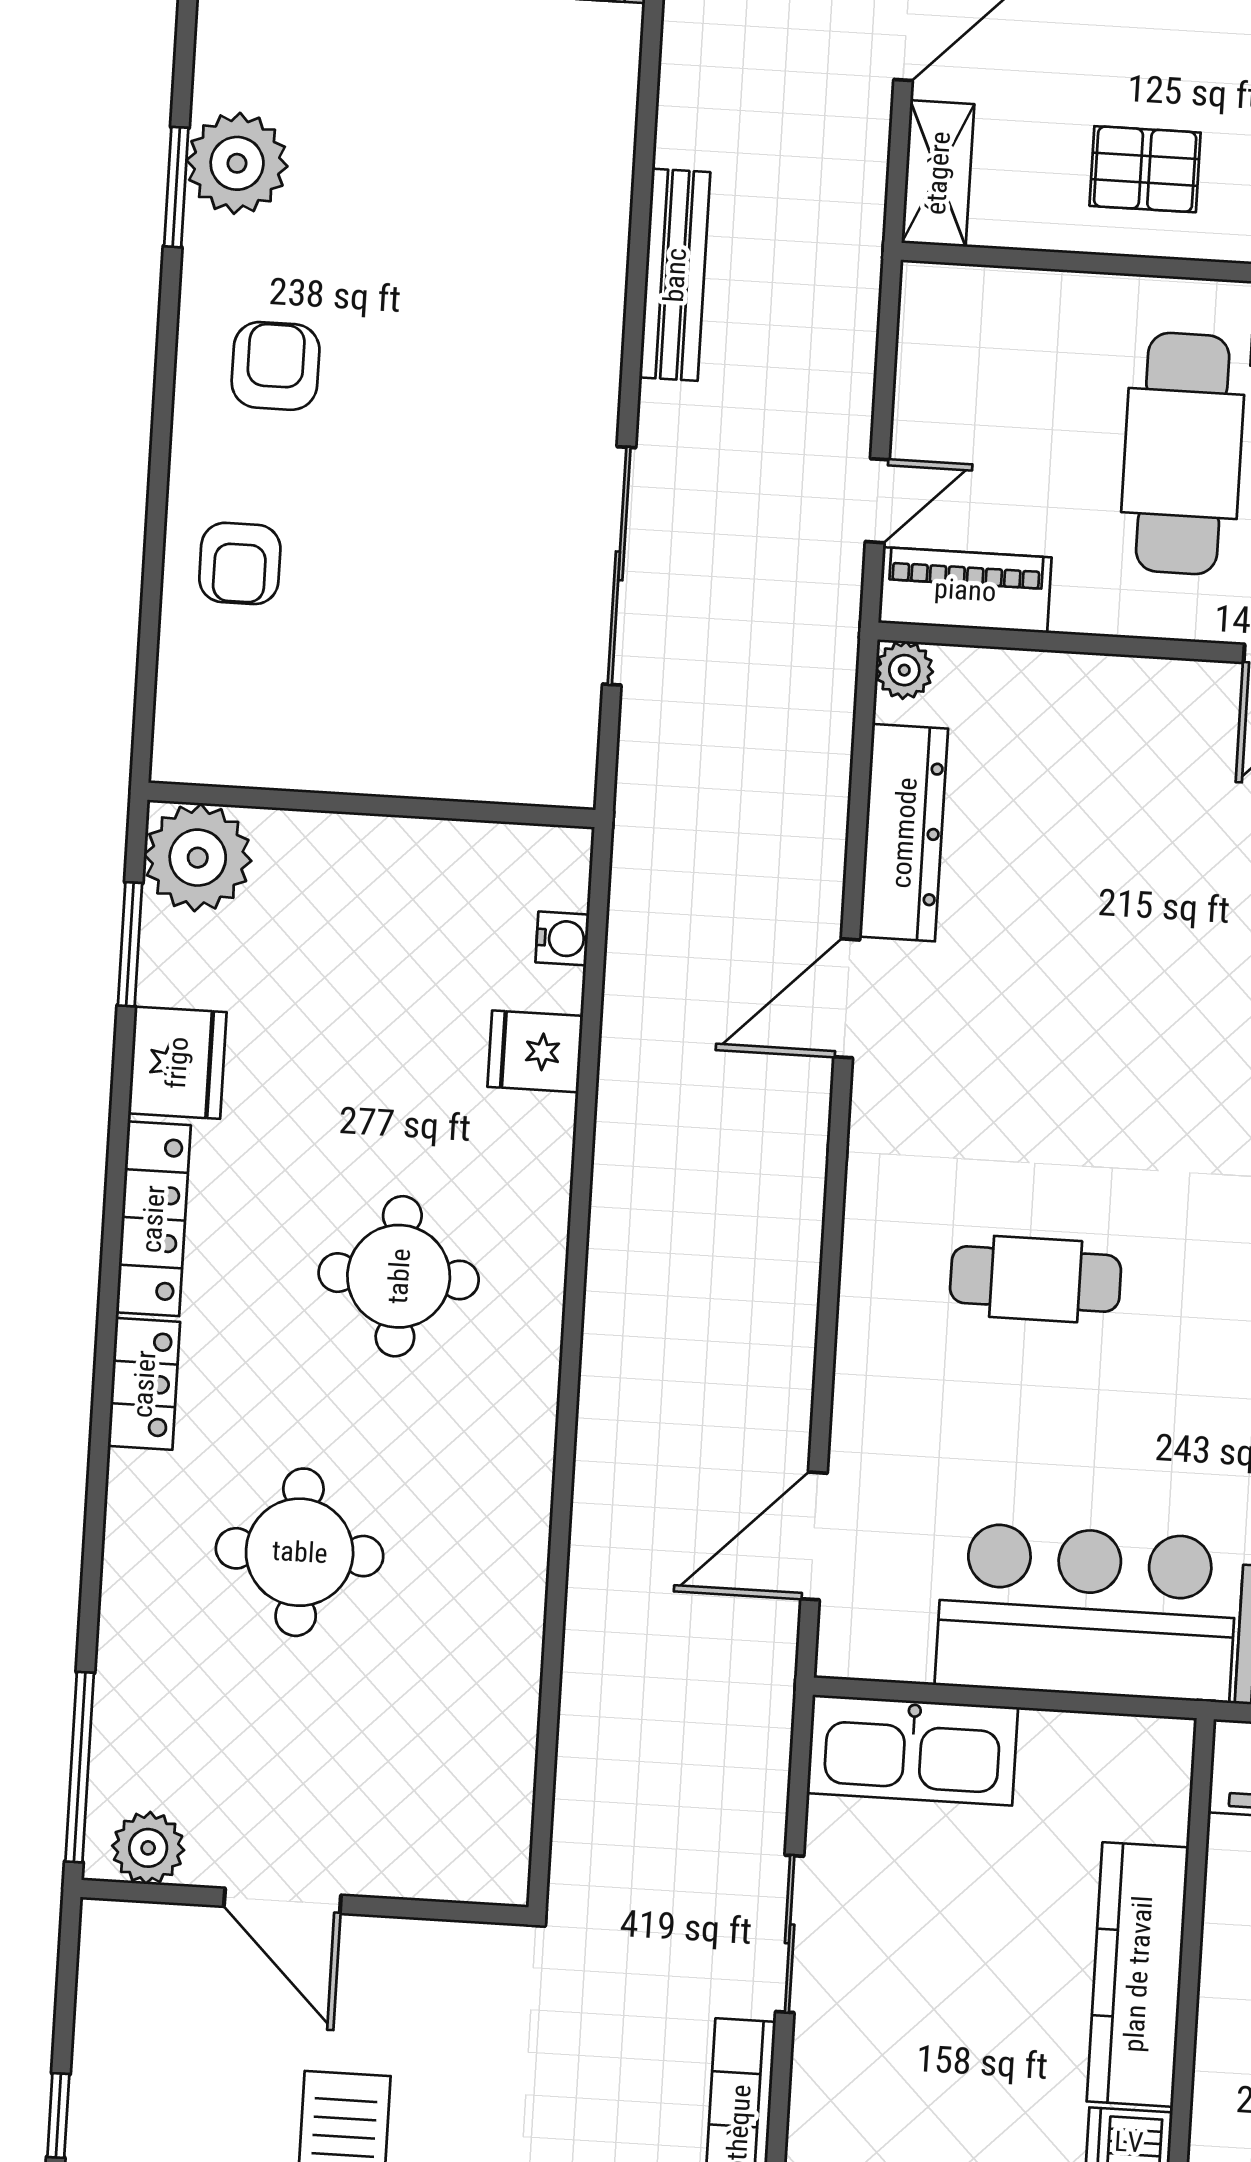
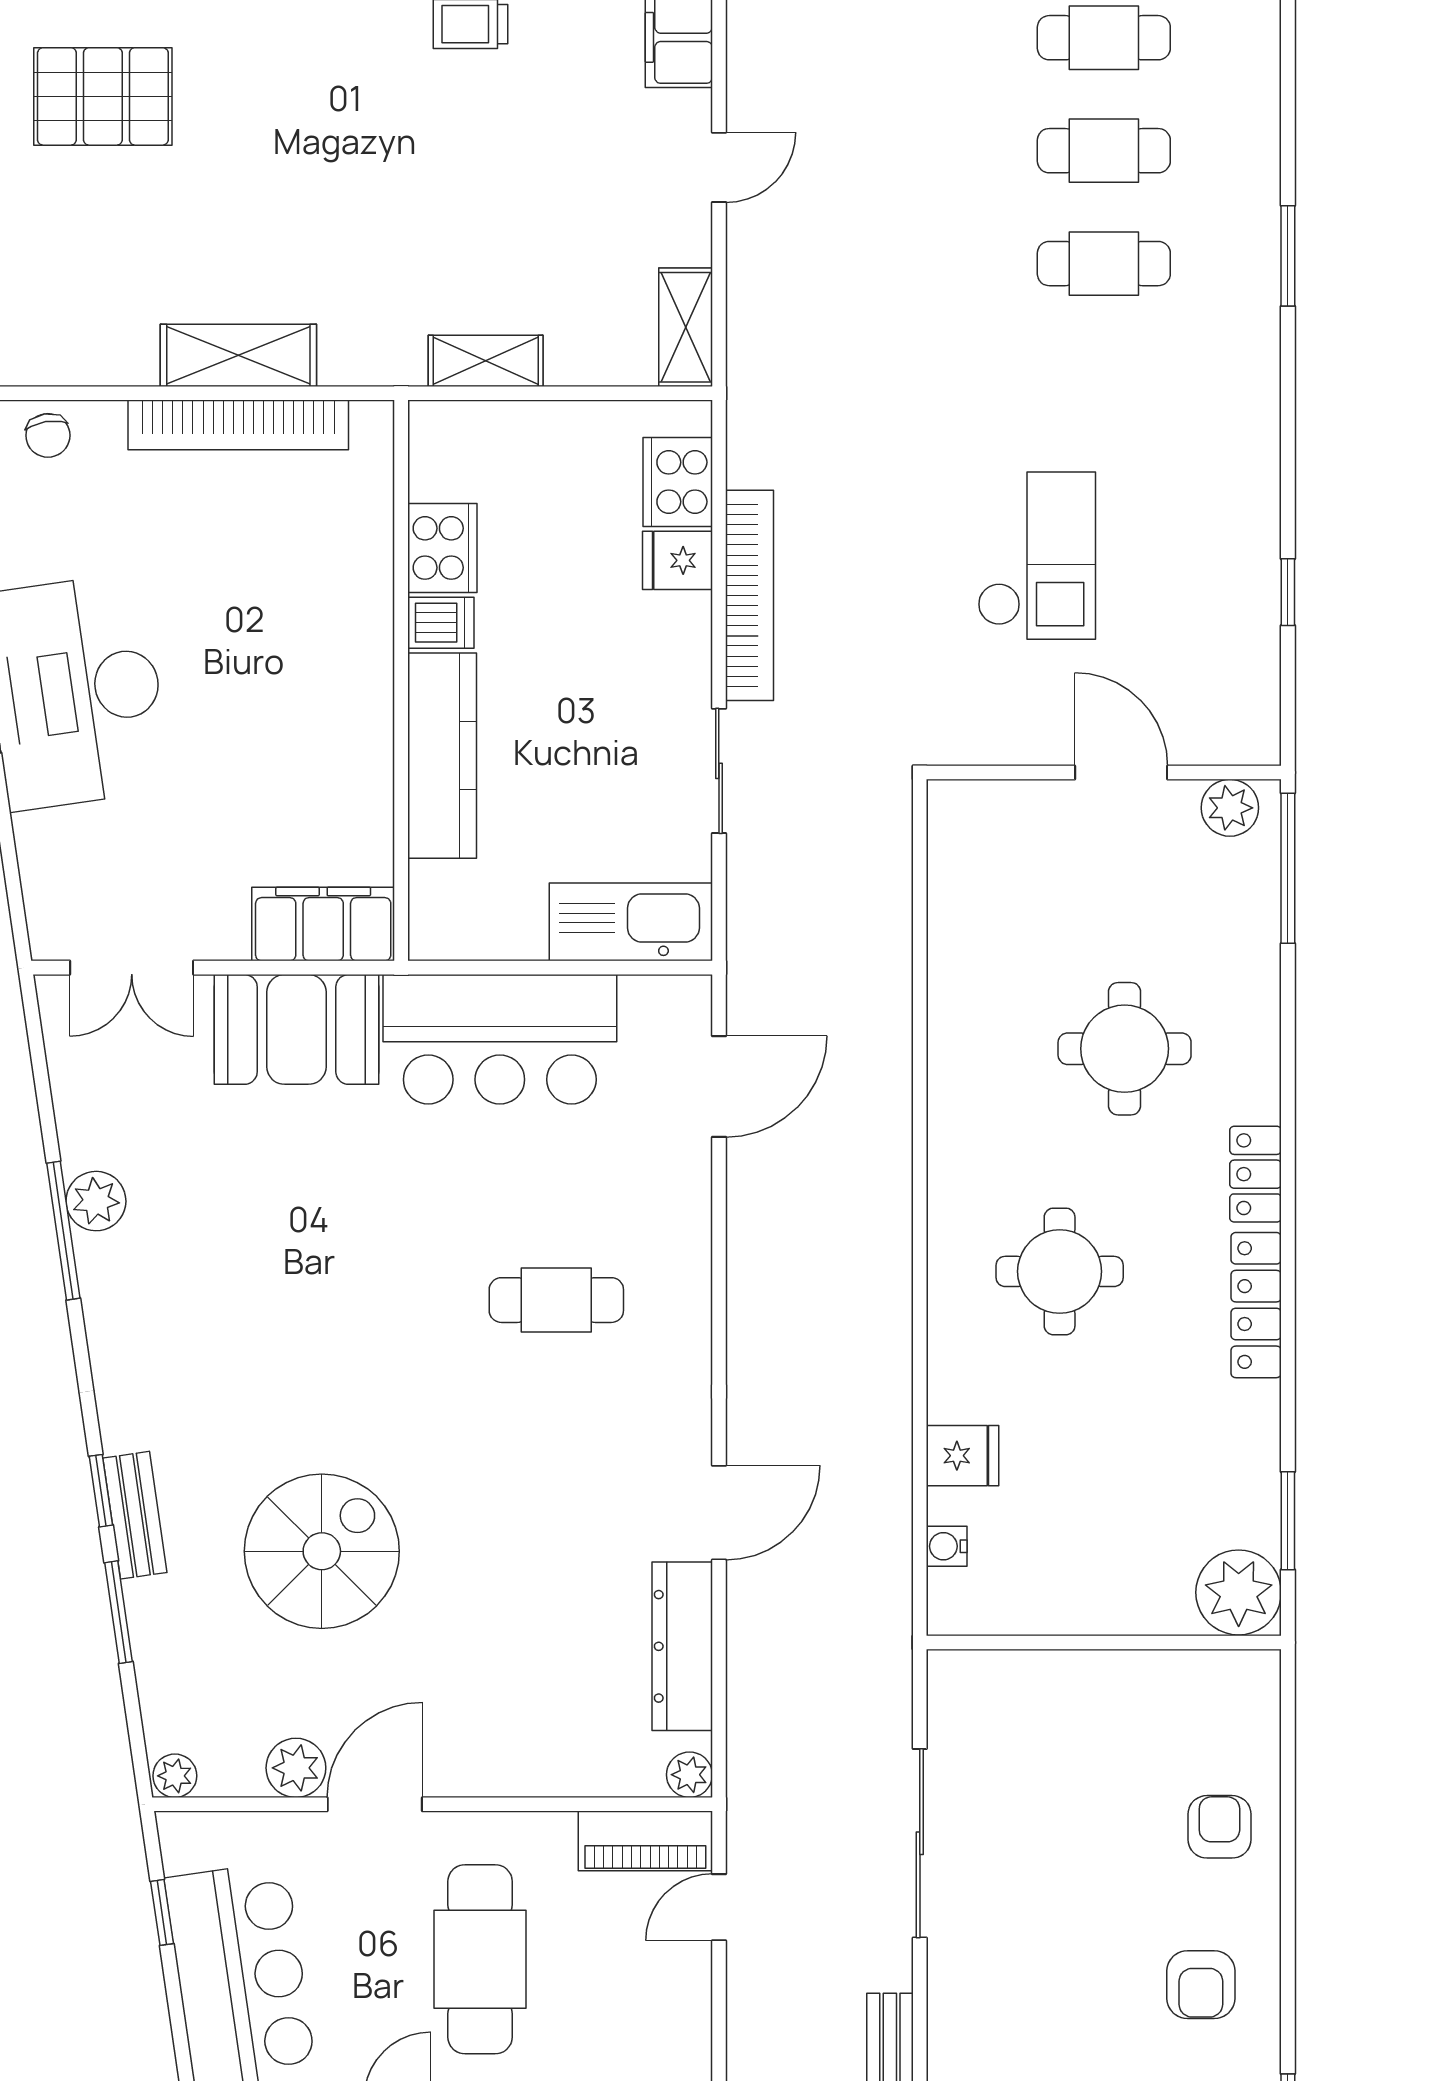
fridge: (177, 1063) -> (1245, 1429), removed

